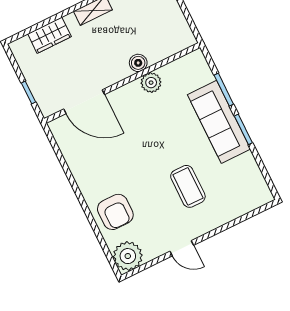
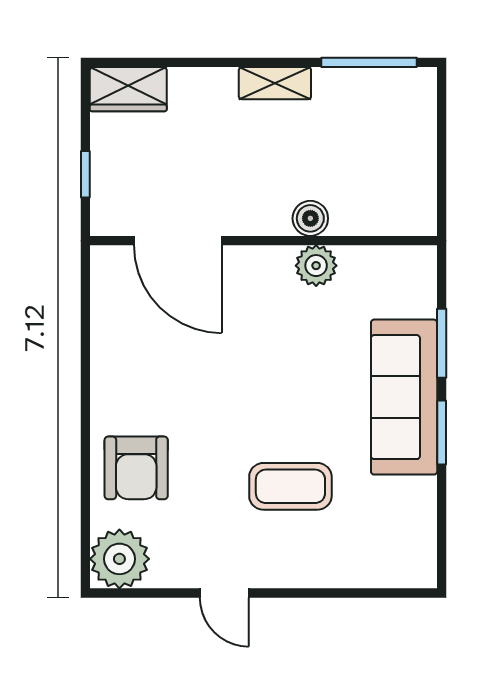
wardrobe: (49, 35) -> (128, 89), moved
coffee table: (188, 186) -> (290, 486), turned 90

